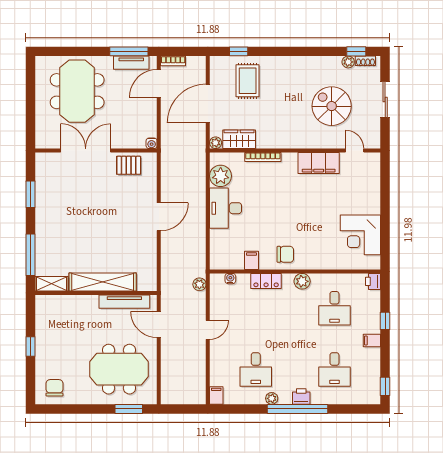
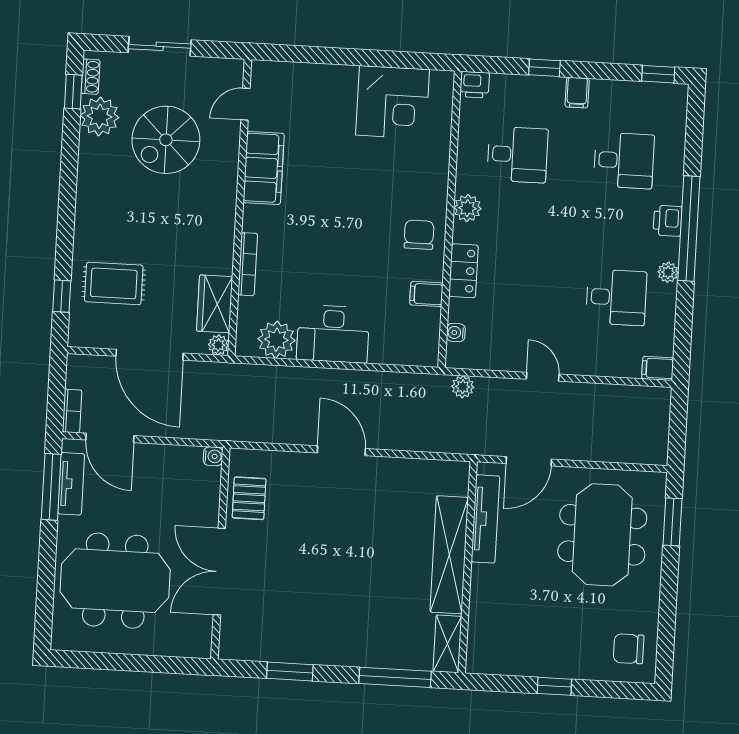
plant: (348, 62) -> (100, 116), width x1.88, depth x1.88

